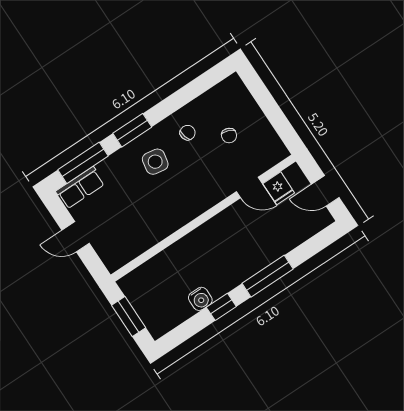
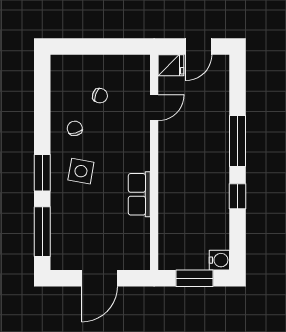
row of seats: (80, 188) -> (139, 194), moved, turned 180
fridge: (279, 188) -> (171, 65), moved
door: (76, 237) -> (99, 278), width x1.38
water cooler: (200, 299) -> (219, 260), moved

